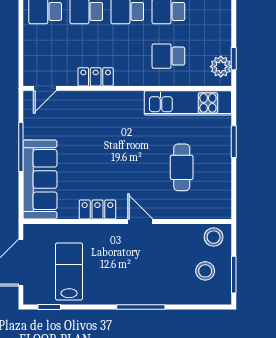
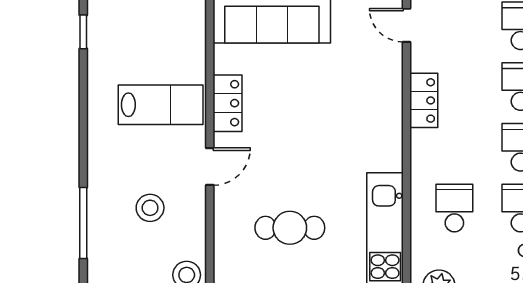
lab bench: (69, 271) -> (161, 105), moved
stool: (205, 271) -> (150, 208), moved
window: (141, 307) -> (83, 223), moved

